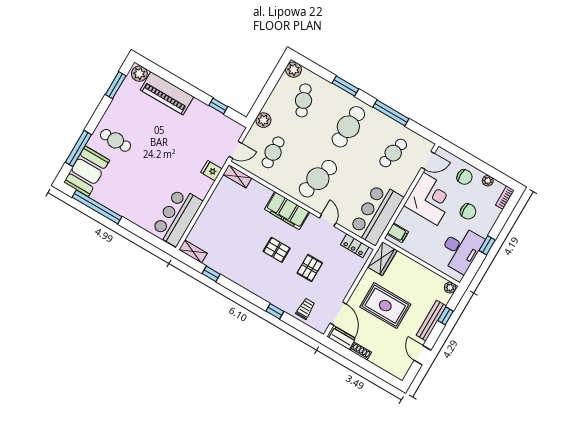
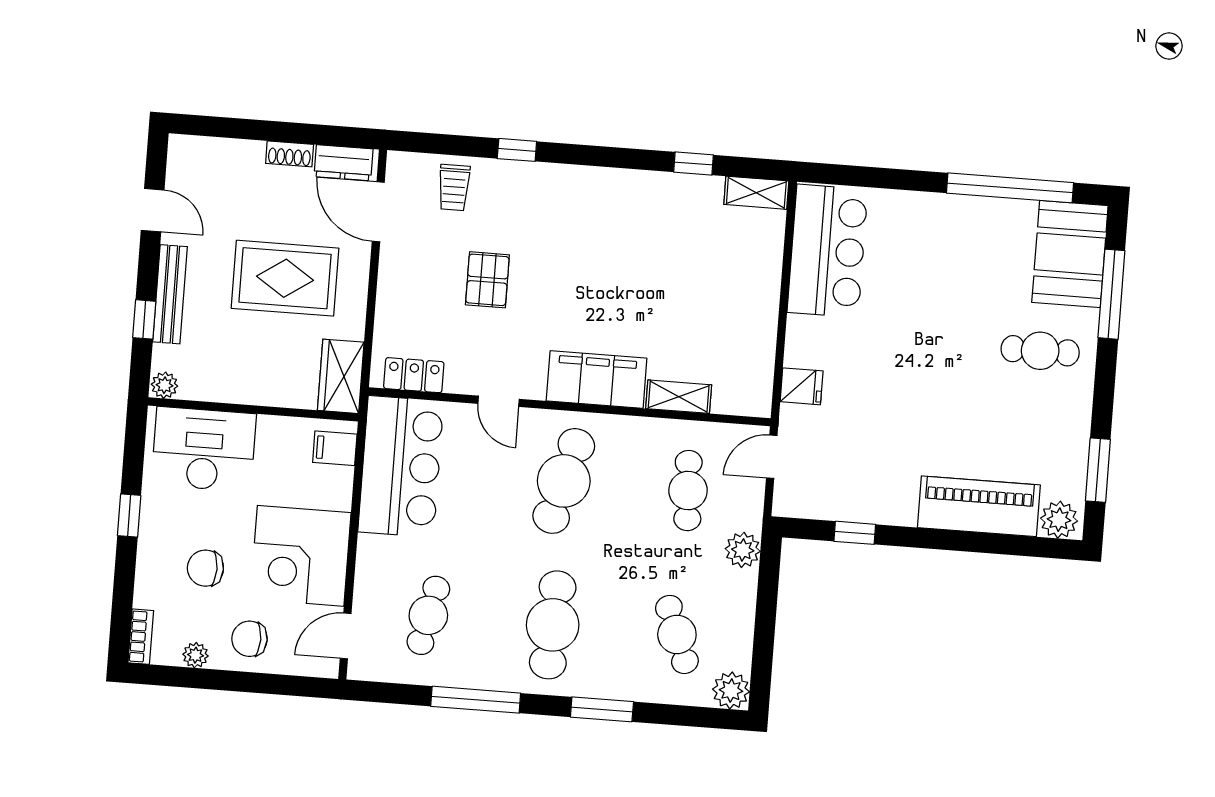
shelving: (237, 176) -> (679, 397), moved
desk: (461, 249) -> (204, 449), moved, turned 90
pallet: (277, 250) -> (578, 284), removed

